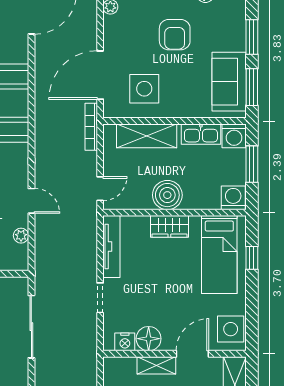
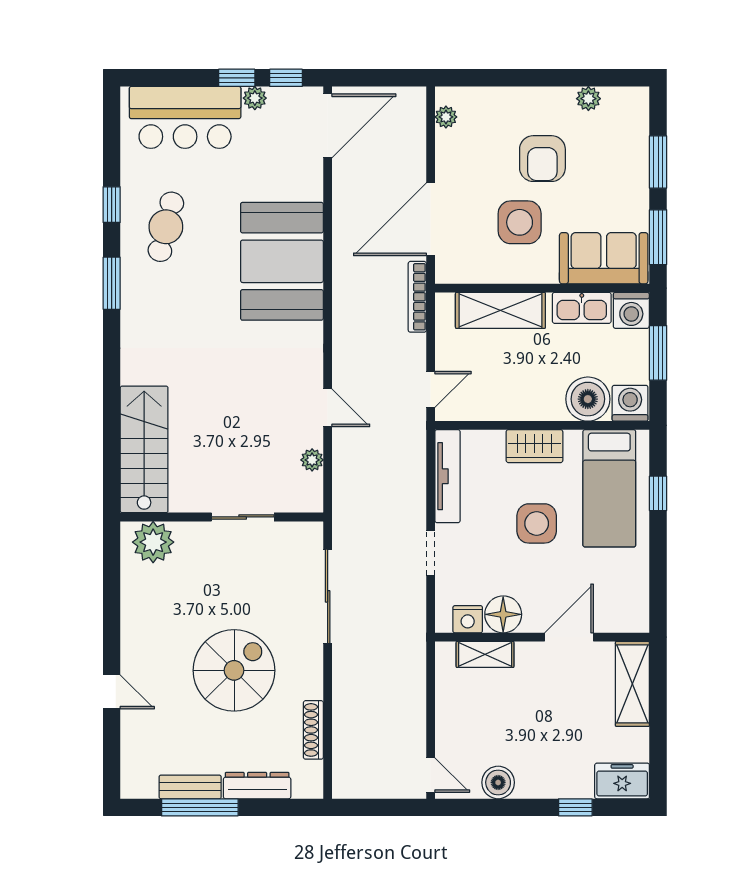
sofa: (229, 82) -> (604, 258), moved, turned 90
side table: (144, 89) -> (520, 222), moved
boiler: (167, 195) -> (588, 399), moved
side table: (231, 329) -> (537, 523), moved
shelving: (156, 365) -> (485, 654), moved

